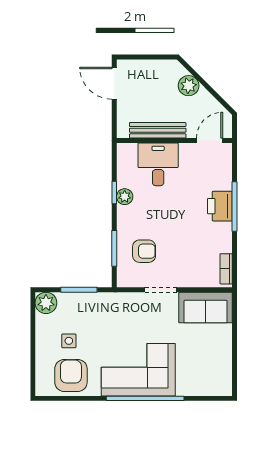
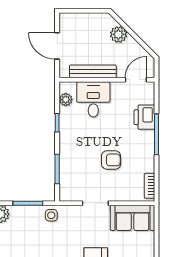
door: (114, 83) -> (57, 46), moved
plant: (125, 197) -> (66, 100), moved
printer: (220, 206) -> (144, 117), moved
armchair: (144, 251) -> (111, 160), moved
side table: (69, 341) -> (51, 215), moved

